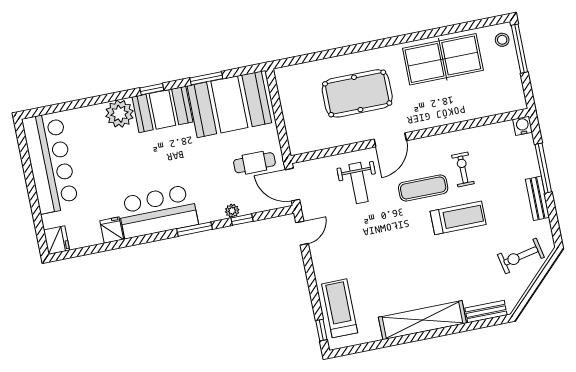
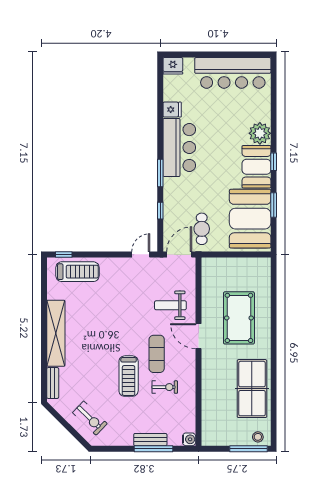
bench: (537, 198) -> (150, 440), moved
plant: (232, 211) -> (168, 204), removed
door: (302, 233) -> (141, 254), swing flipped
exercise bike: (521, 256) -> (90, 418), turned 146

